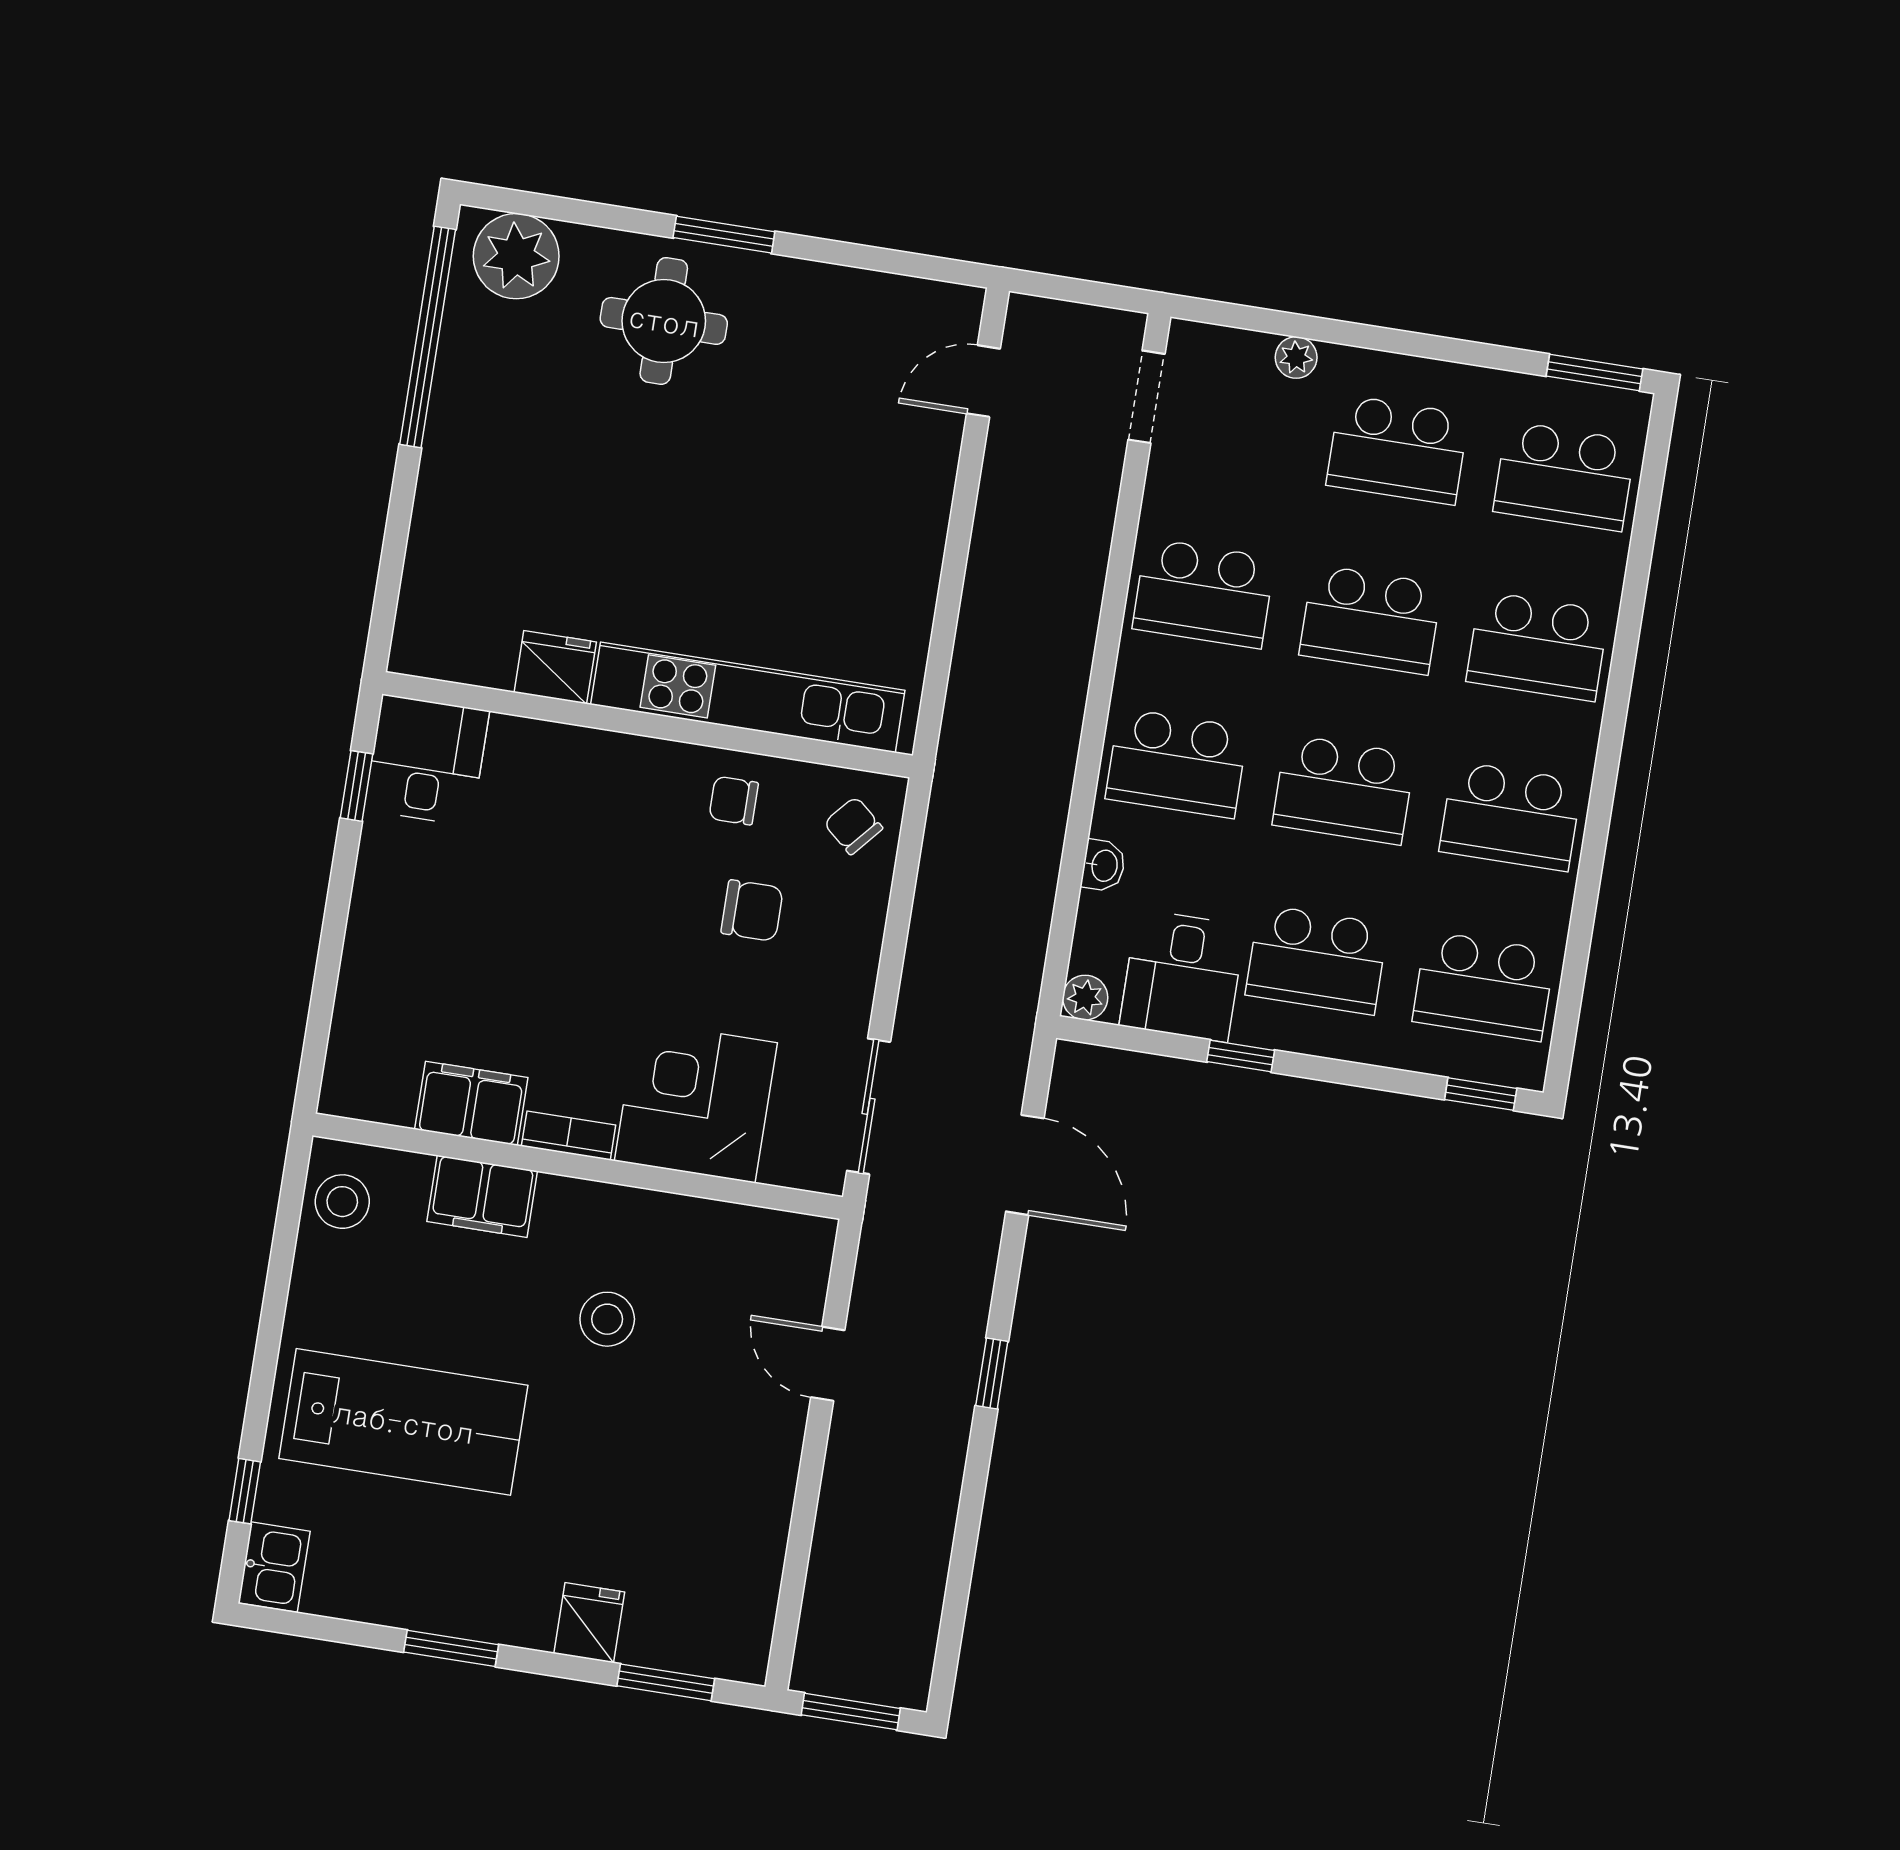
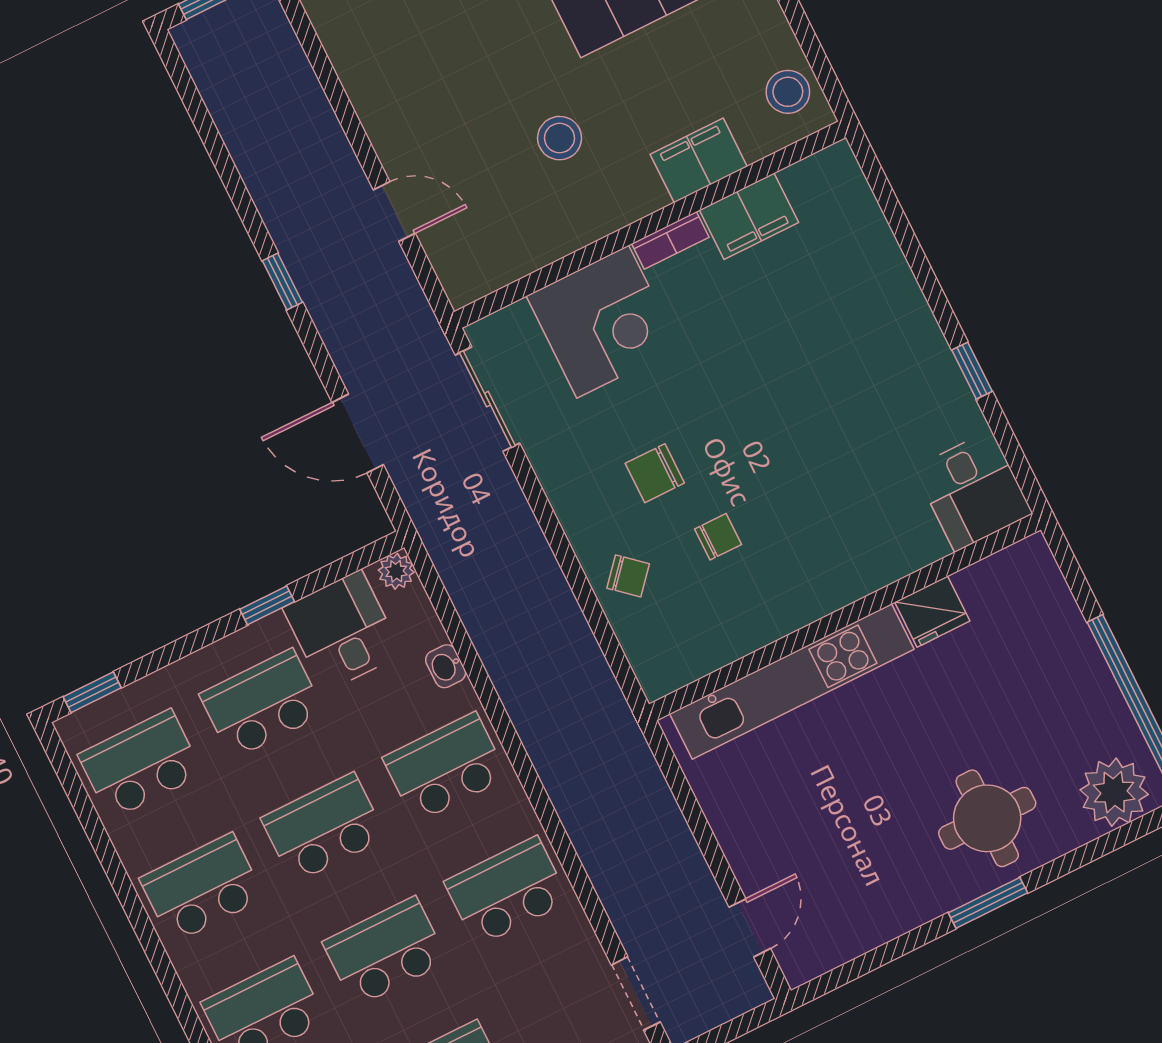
fridge: (555, 667) -> (932, 612), moved
kitchen unit: (748, 697) -> (792, 682), moved
wall: (648, 725) -> (845, 617), moved
desk: (427, 760) -> (973, 491), moved

